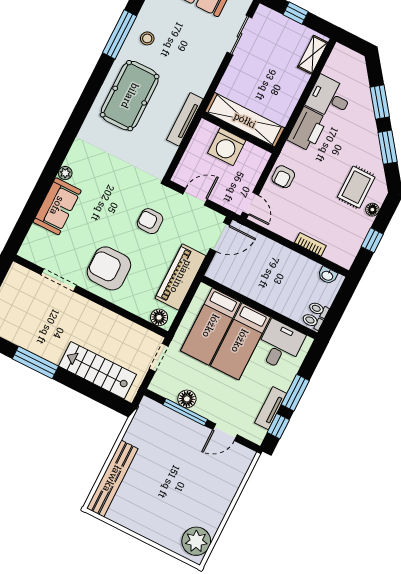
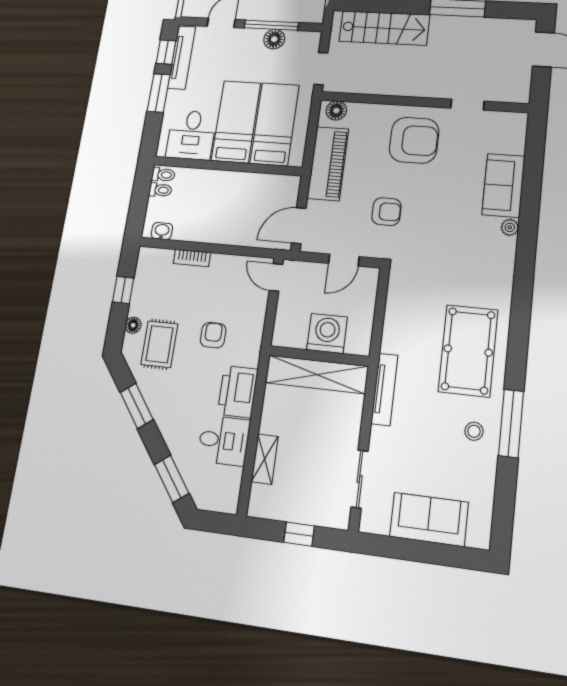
shelving: (313, 55) -> (265, 459), moved
window: (380, 102) -> (172, 479), moved
tv unit: (185, 119) -> (384, 389), moved
armchair: (283, 177) -> (213, 335), moved
doorway: (59, 280) -> (467, 105), width x0.73
tv unit: (271, 408) -> (182, 58), width x1.41

